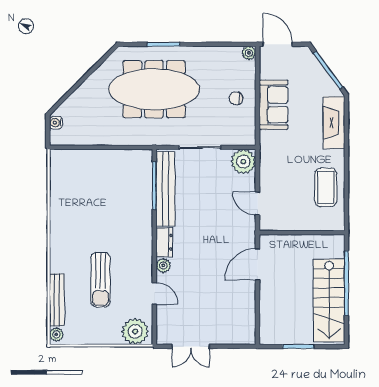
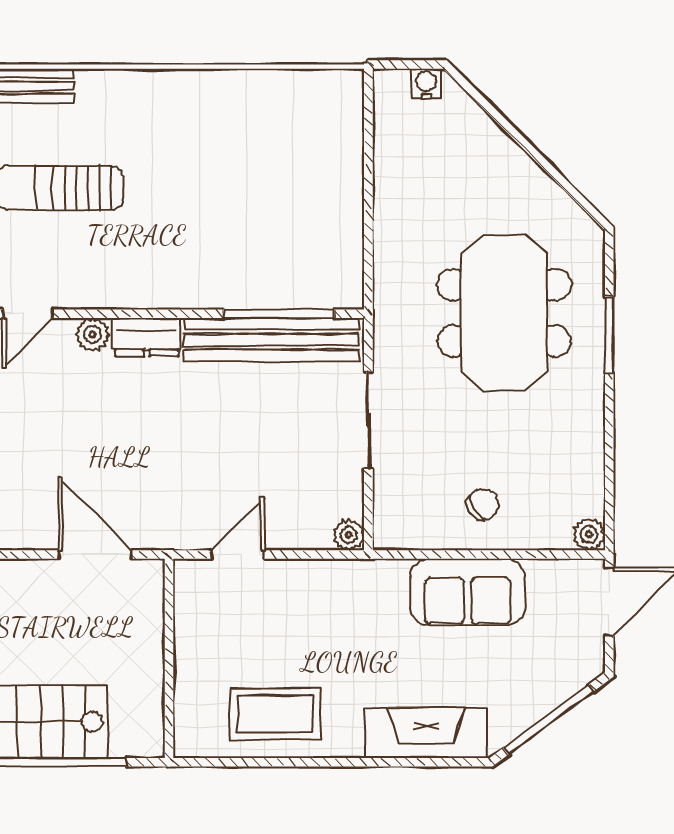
meeting table: (154, 89) -> (504, 313), width x0.73
chair: (236, 98) -> (483, 504), turned 60
plant: (243, 162) -> (349, 535), width x0.53, depth x0.53

